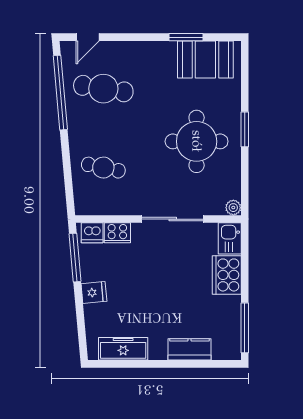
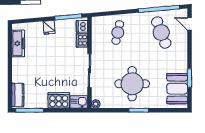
cafe table: (103, 89) -> (161, 33), turned -30
kitchen counter: (189, 349) -> (18, 95), moved

